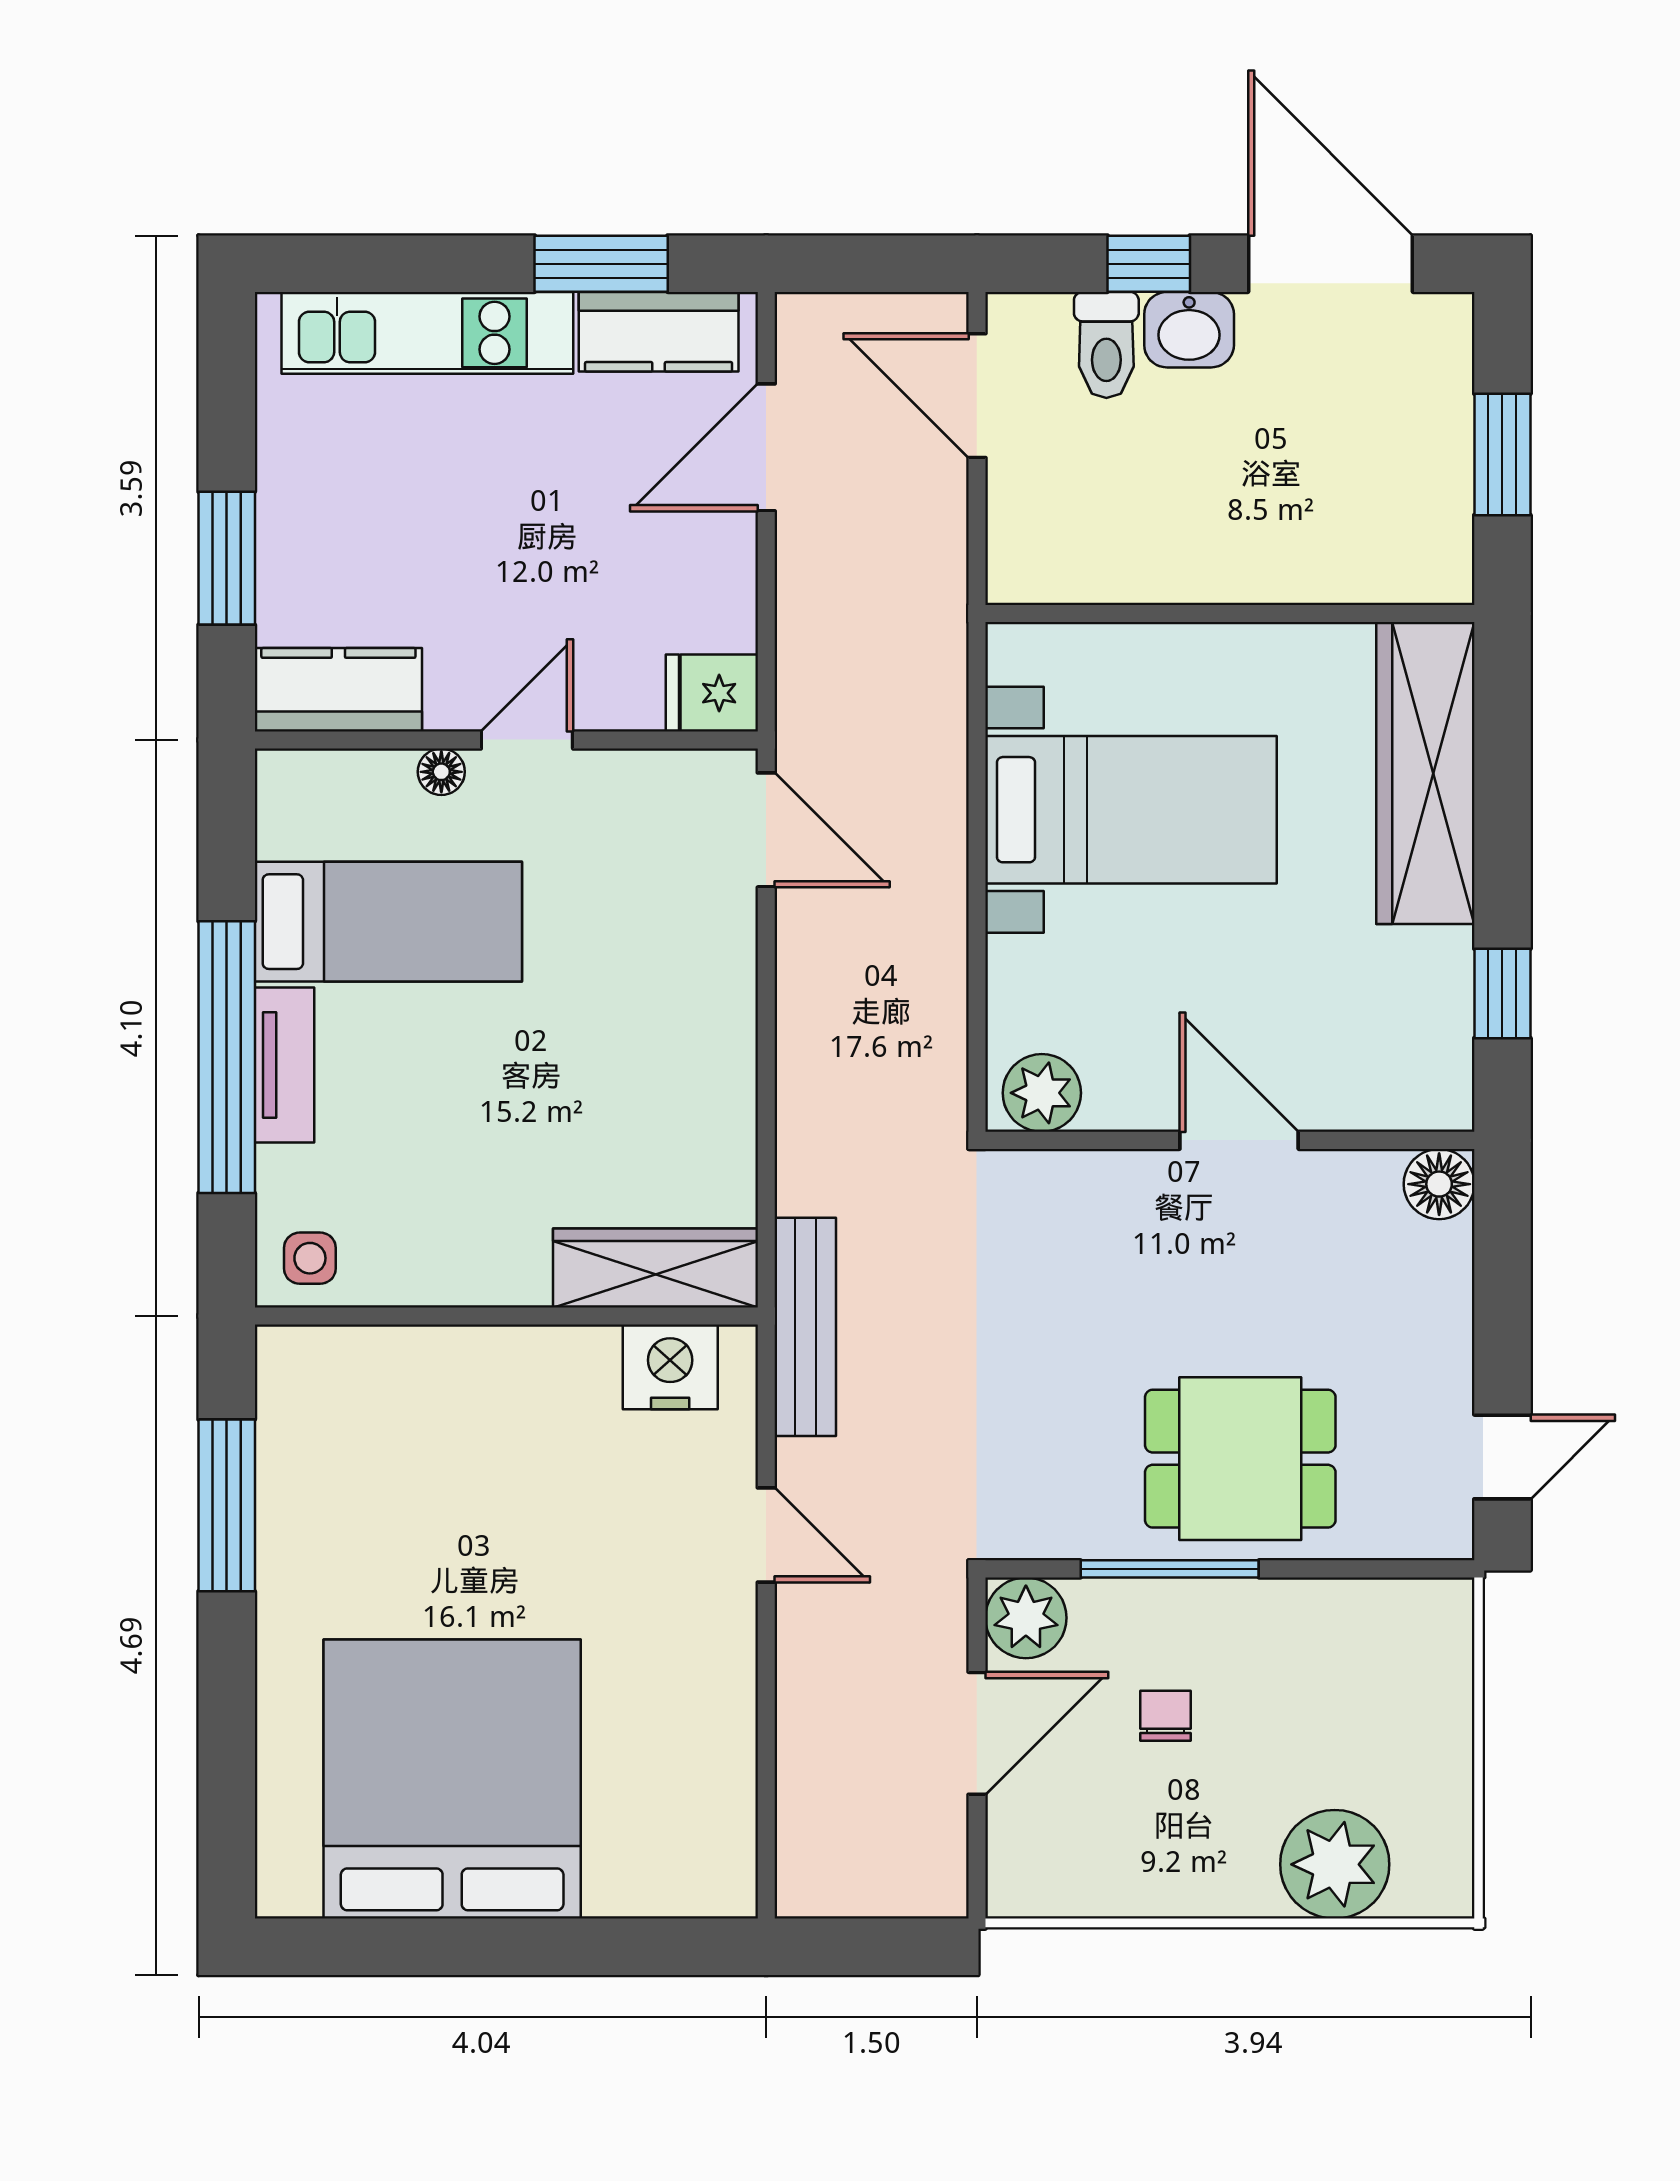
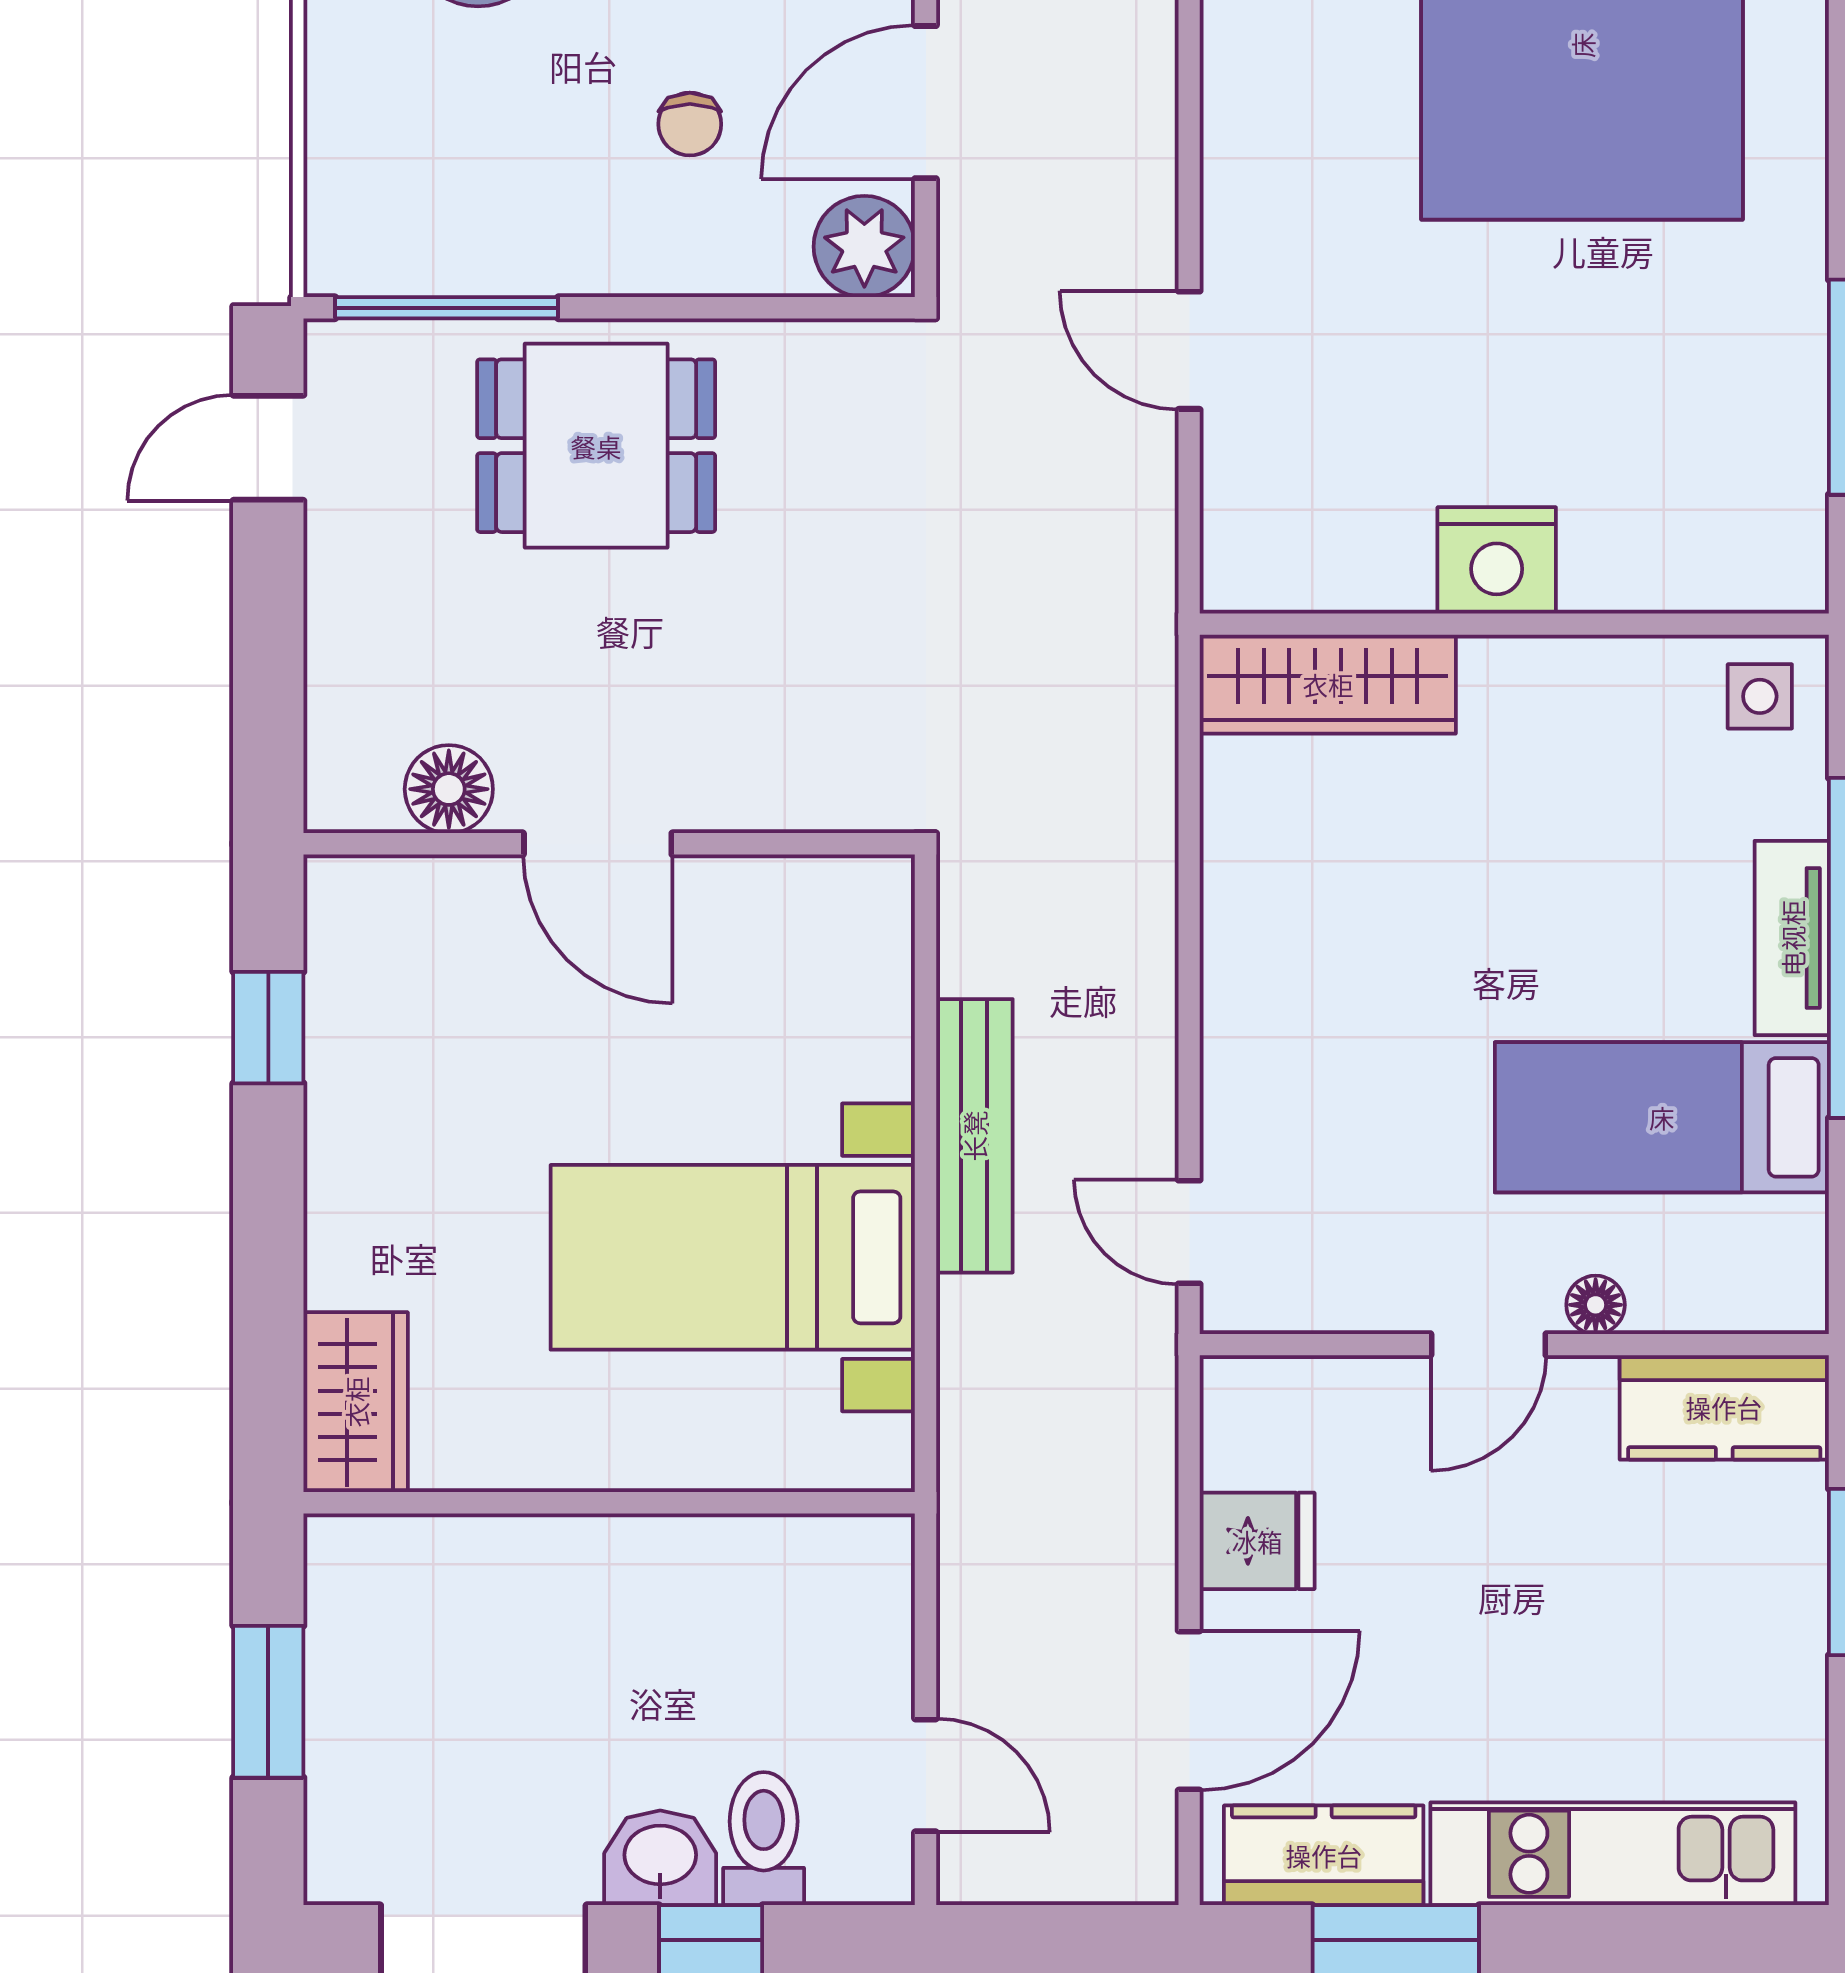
door: (977, 396) -> (926, 1775), width x0.73
fridge: (712, 693) -> (1257, 1541), moved
wardrobe: (1425, 773) -> (356, 1402), width x0.48, depth x0.85
door: (766, 830) -> (1189, 1232), width x0.73
plant: (1042, 1093) -> (844, 903), removed
floor lamp: (1439, 1184) -> (449, 789), moved
bench: (805, 1327) -> (974, 1136), moved
nightstand: (670, 1367) -> (1497, 560), moved
window: (1170, 1569) -> (447, 308), moved

